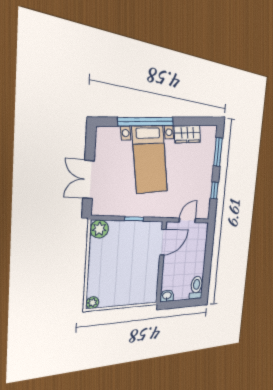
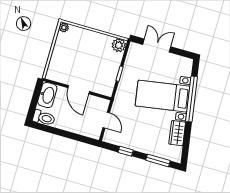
door: (163, 242) -> (79, 90), moved
washbasin: (167, 296) -> (47, 95), width x1.91, depth x1.45

